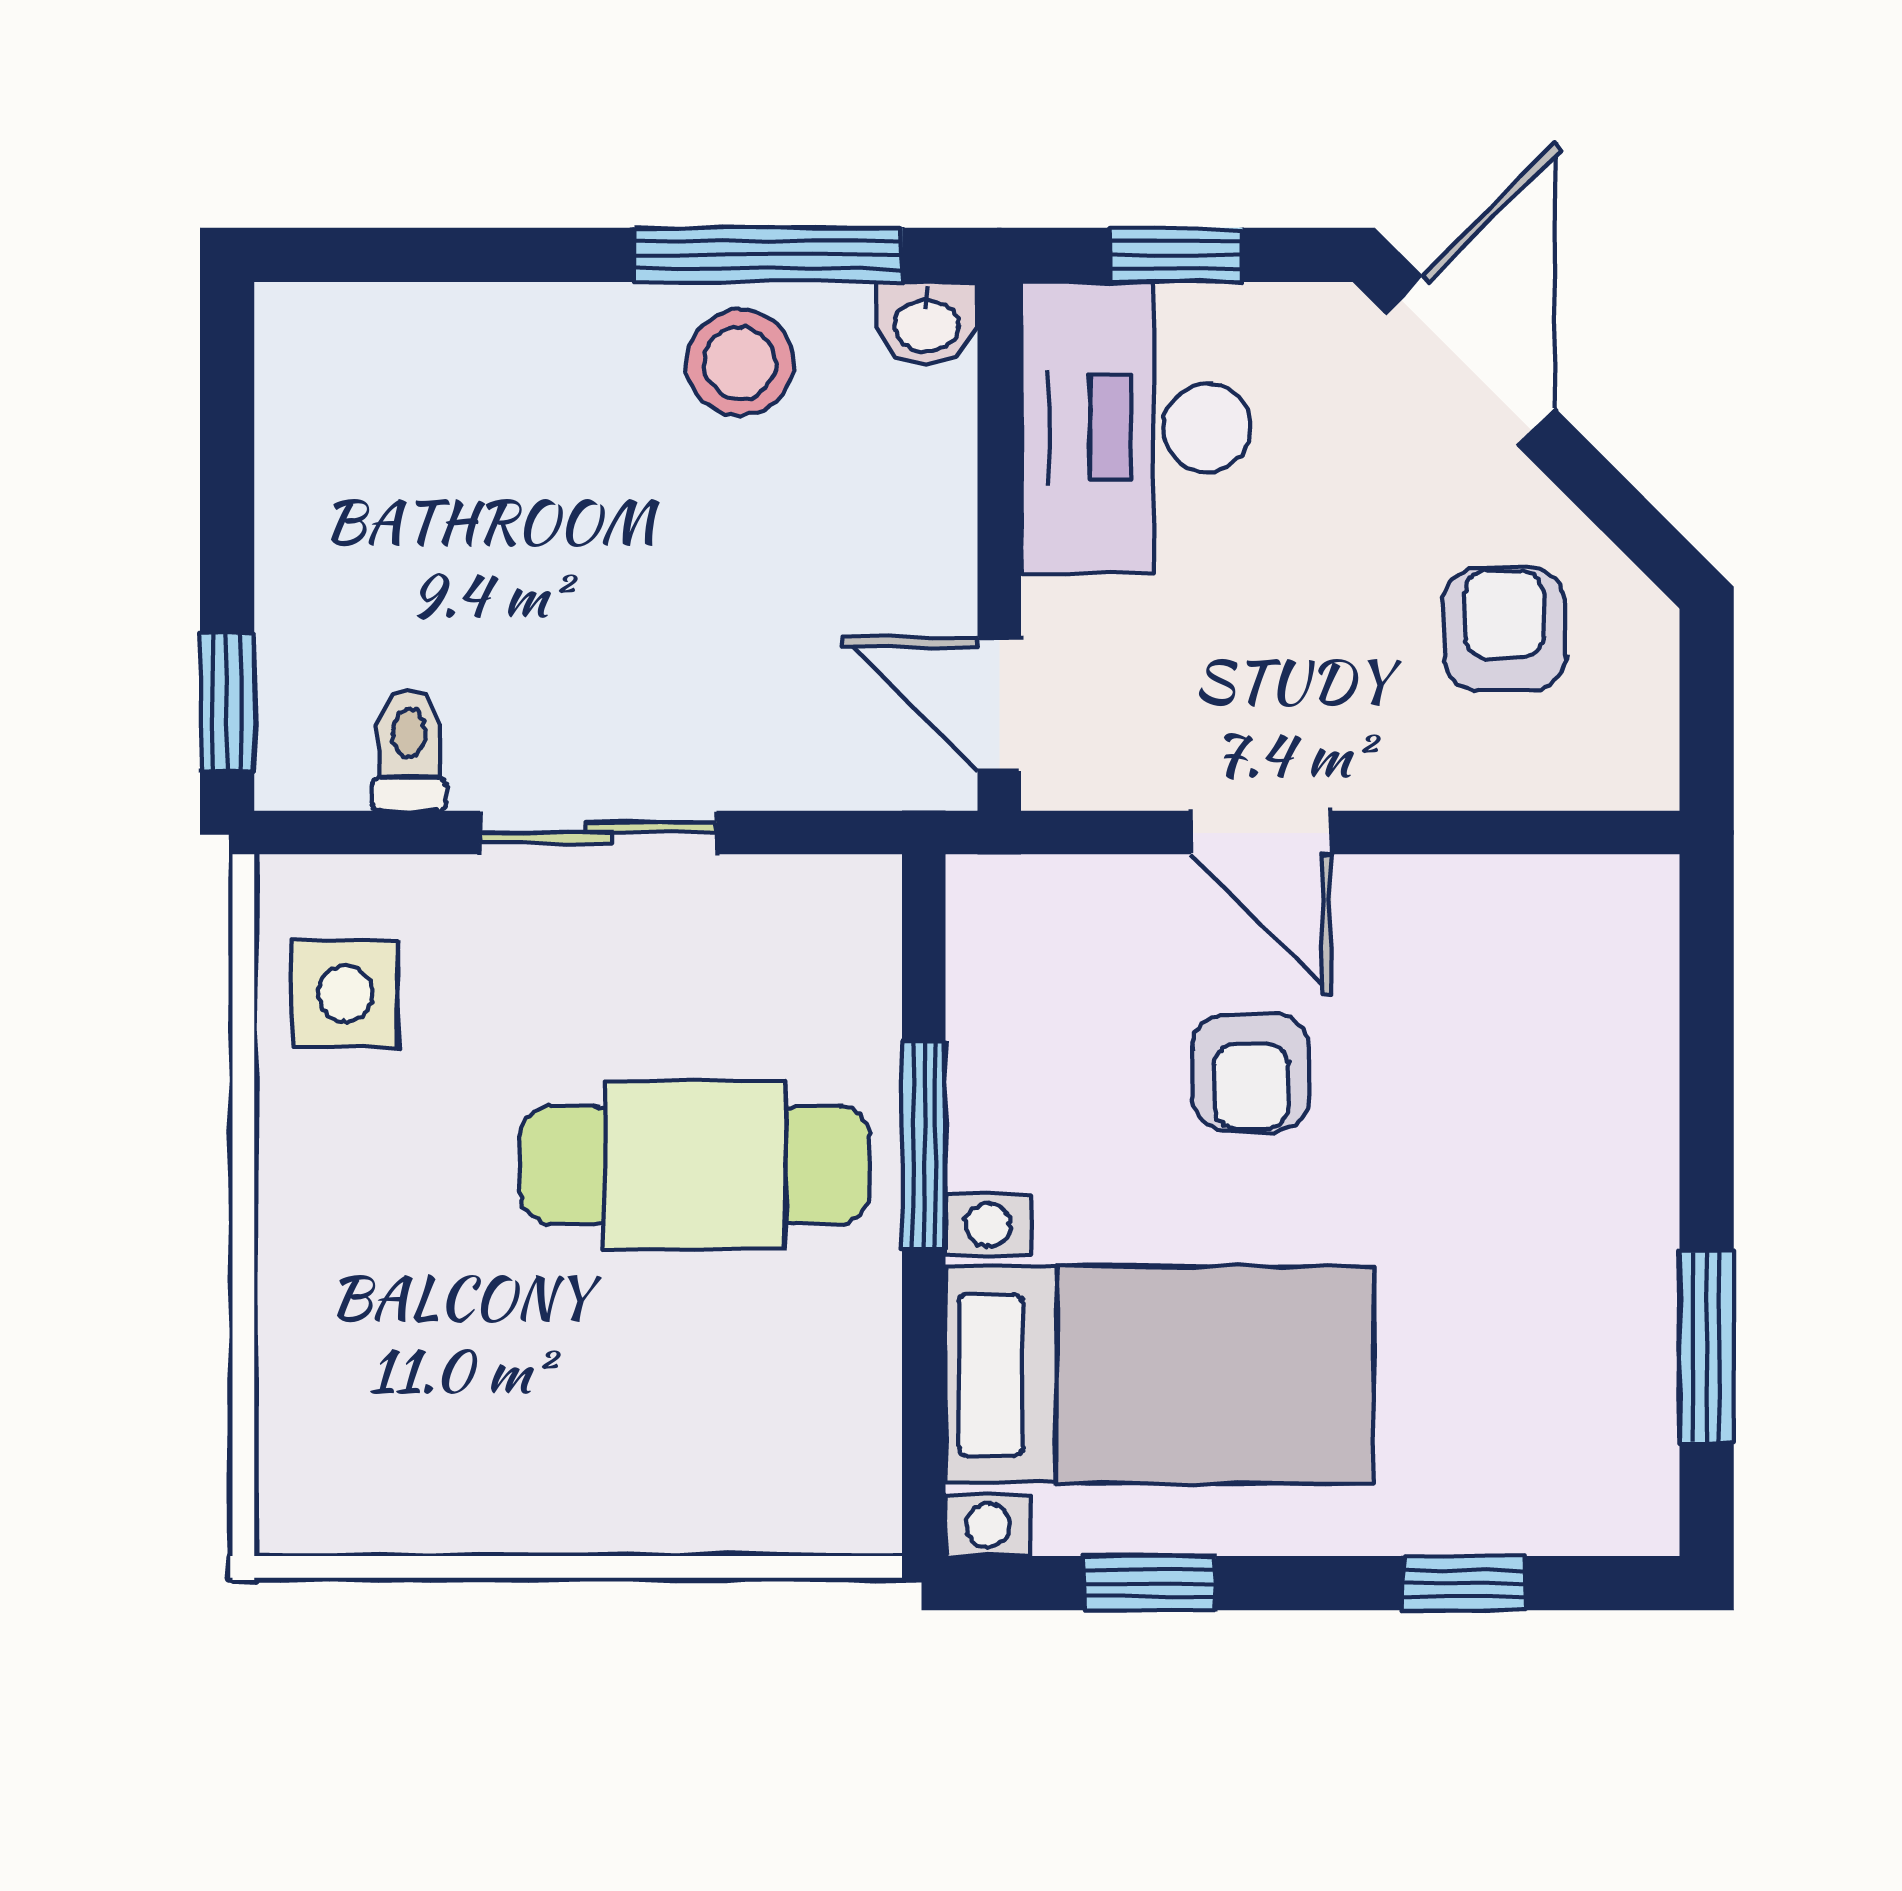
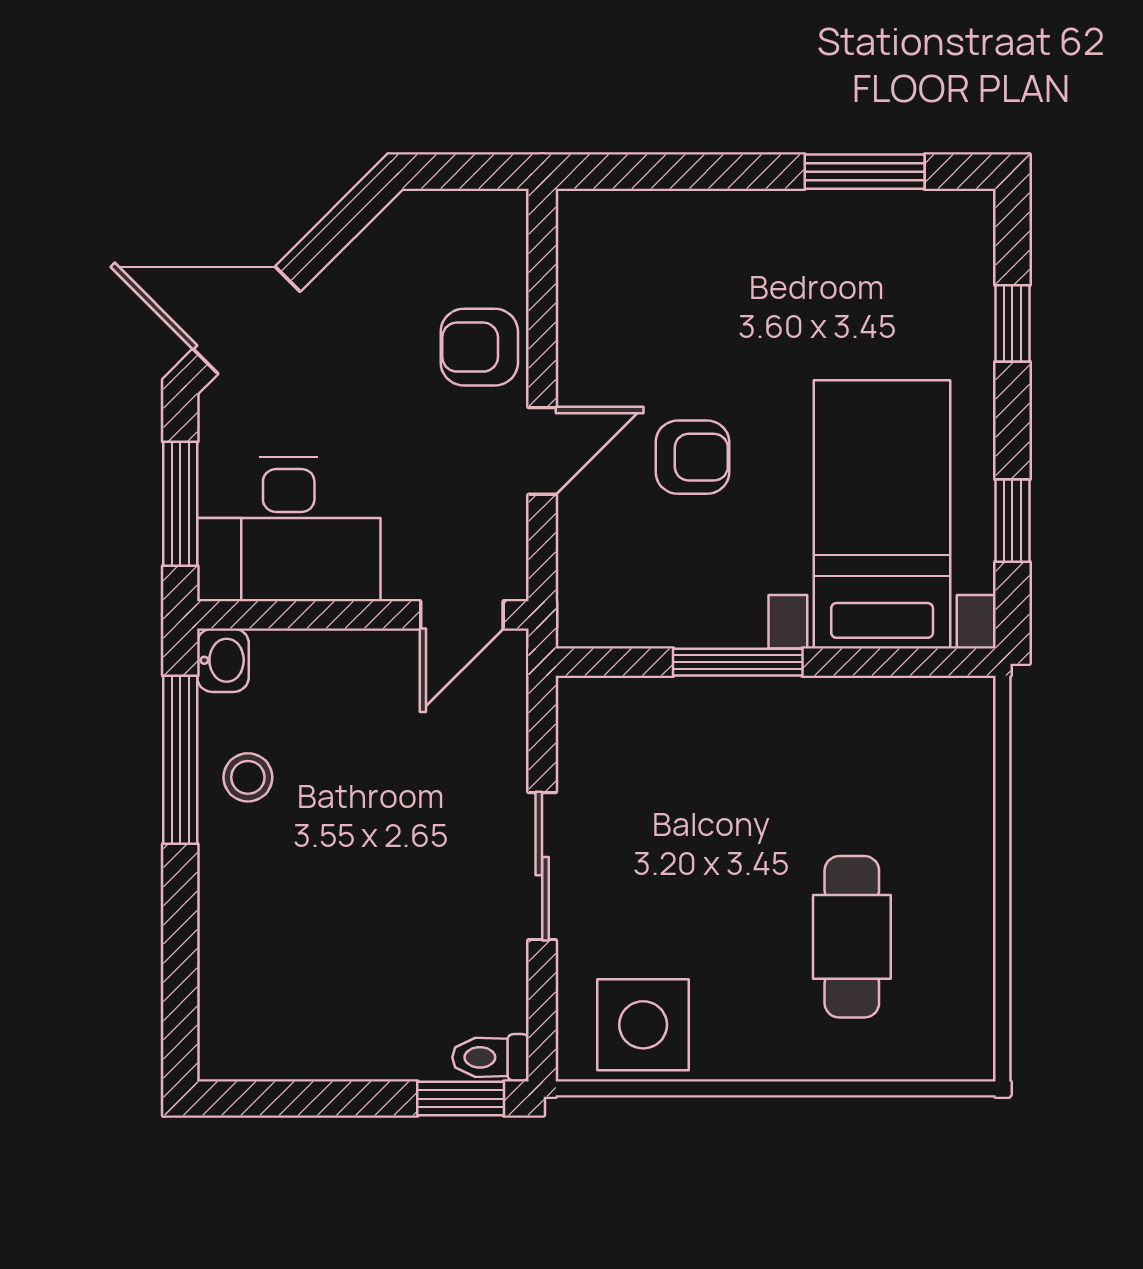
window: (1176, 255) -> (180, 504), width x1.50
stool: (740, 363) -> (248, 777), width x0.73, depth x0.73
armchair: (1504, 629) -> (479, 347), moved
toilet: (409, 750) -> (491, 1057), moved
side table: (345, 994) -> (643, 1025), width x1.37, depth x1.37
cafe table: (695, 1165) -> (852, 937), moved, width x0.73, depth x0.74

